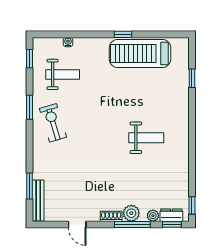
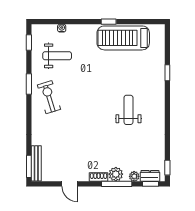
window: (192, 78) -> (167, 73), moved
weight bench: (146, 138) -> (128, 110), turned -90
window: (29, 186) -> (29, 166), moved

